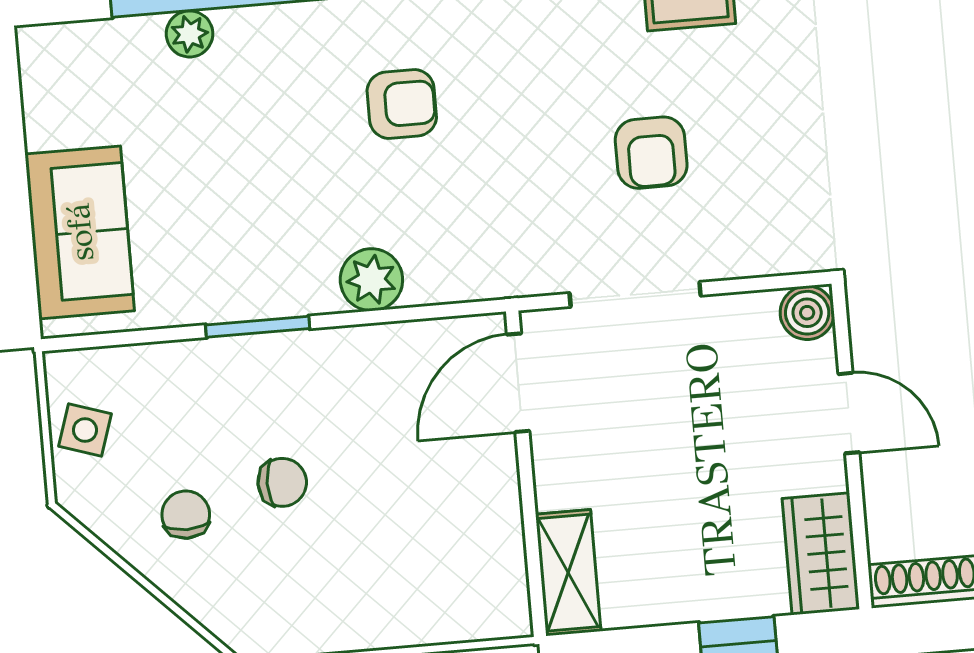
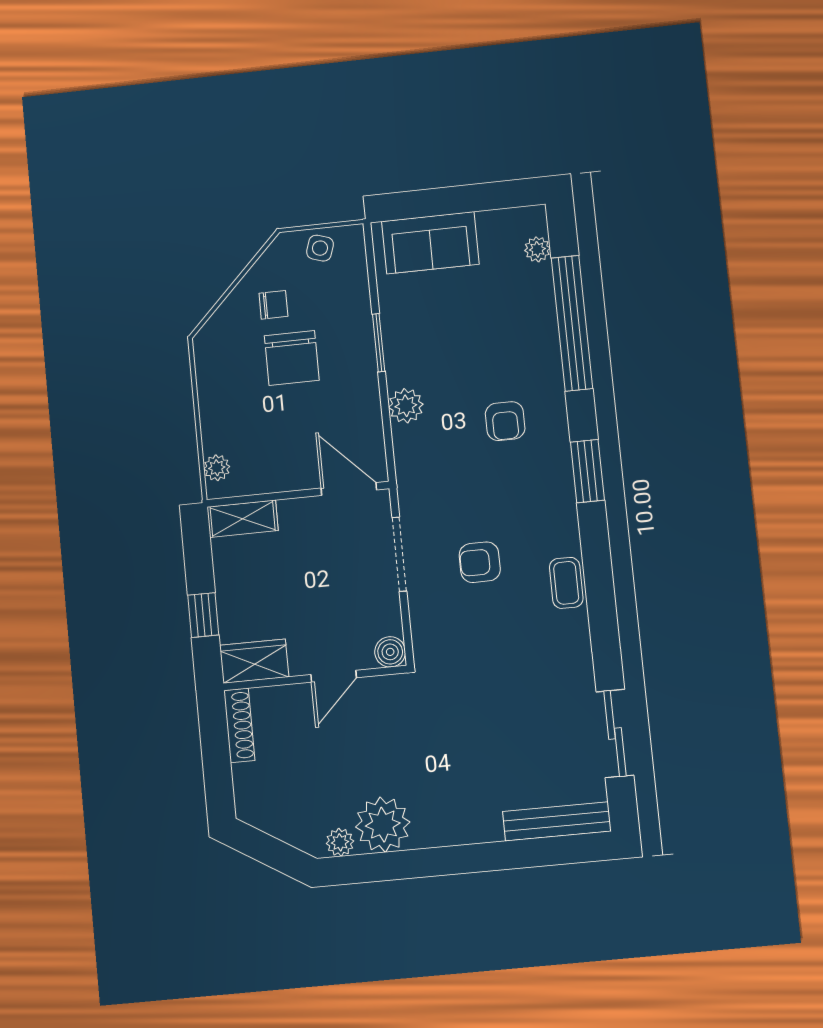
plant: (190, 34) -> (537, 249), moved
chair: (282, 482) -> (292, 358), width x1.87, depth x1.87
plant: (477, 618) -> (217, 468), added

